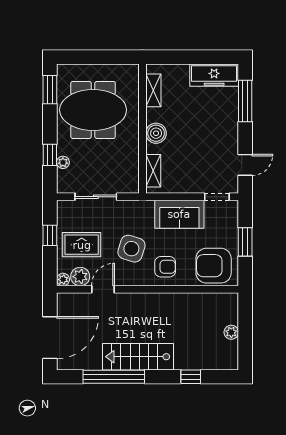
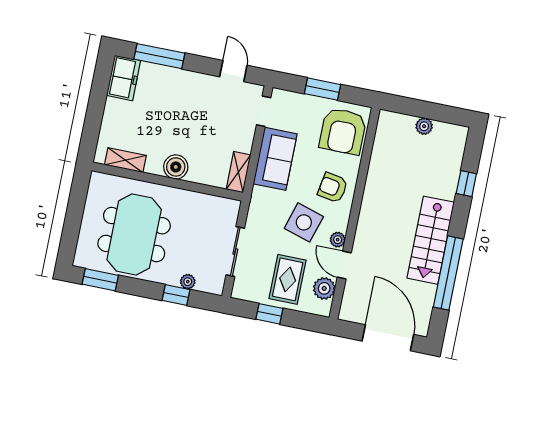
freezer: (214, 75) -> (124, 78), width x0.71
shelving: (153, 171) -> (238, 172), moved, turned 90
armchair: (165, 267) -> (333, 188), turned -80
plant: (63, 280) -> (338, 240), moved

